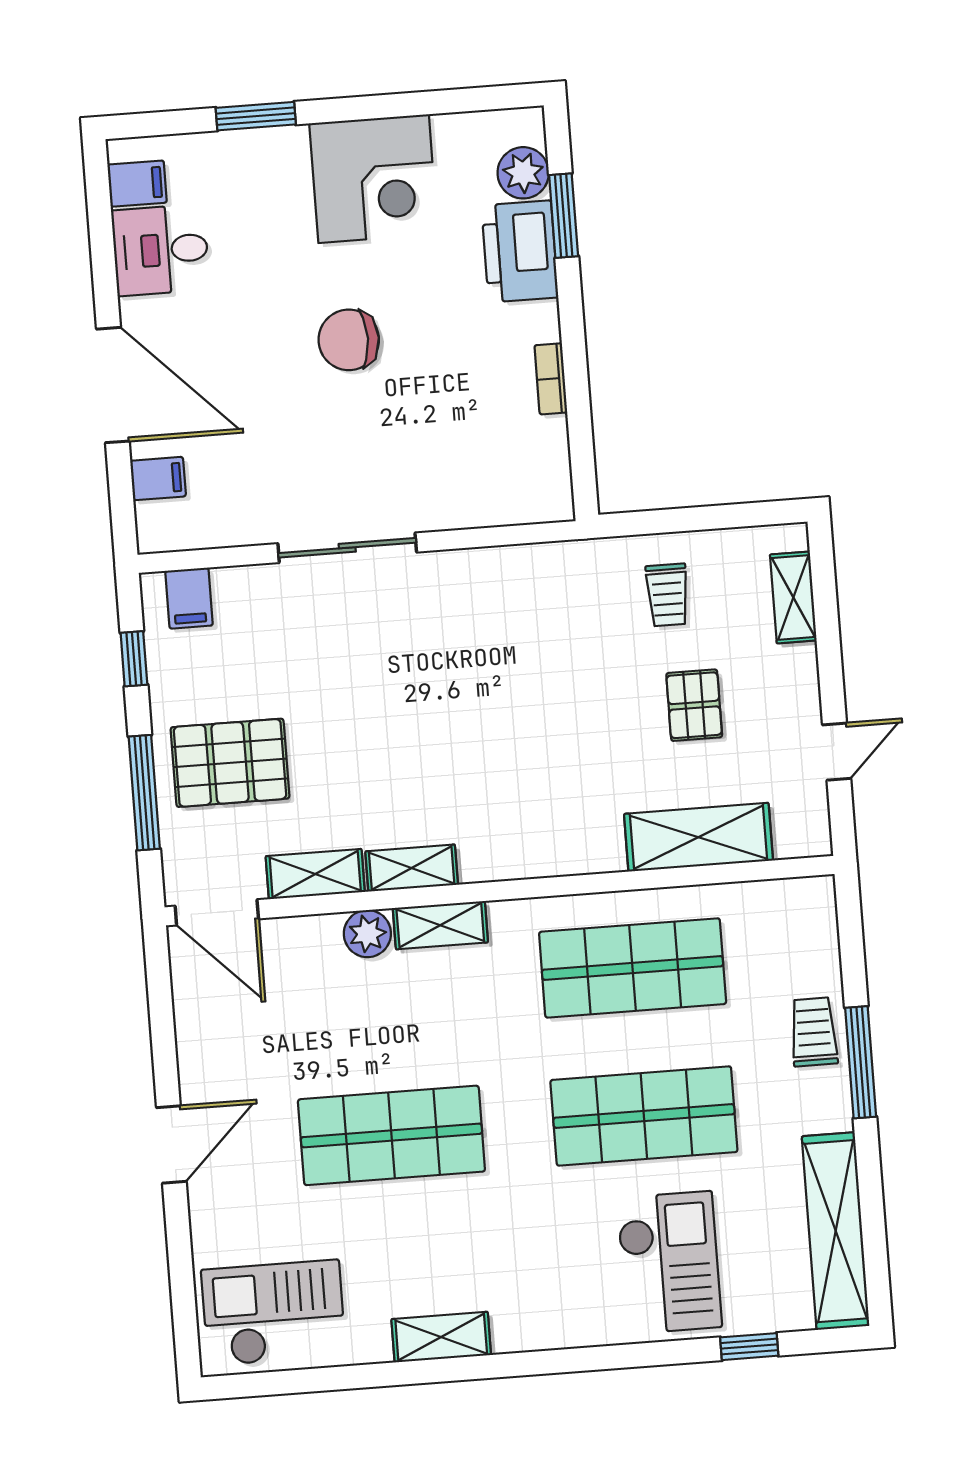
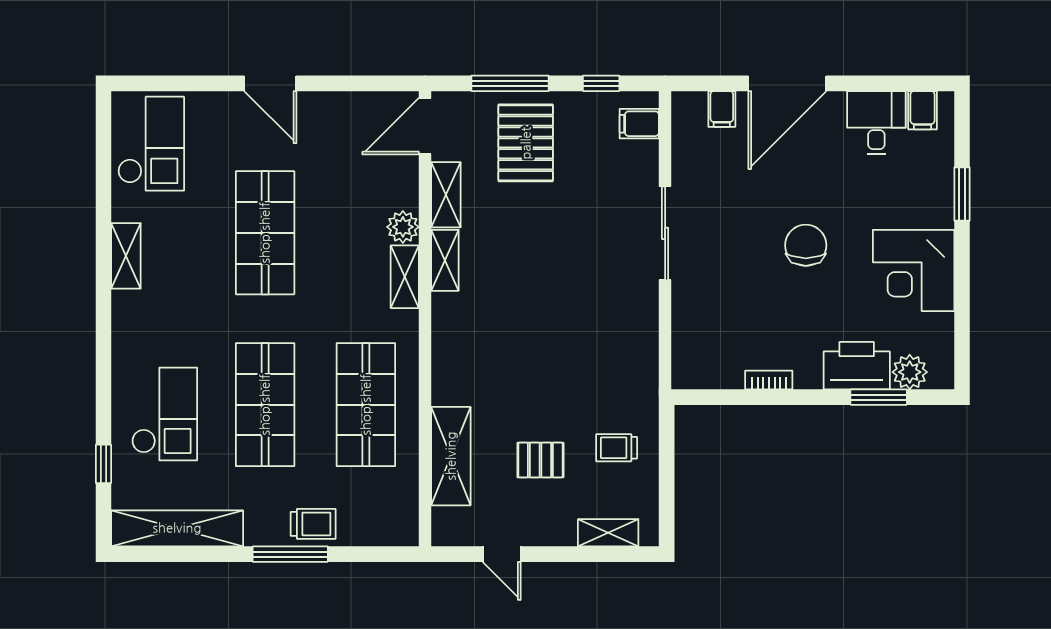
checkout: (669, 1262) -> (165, 414), turned -90

